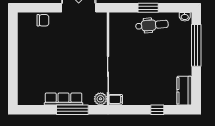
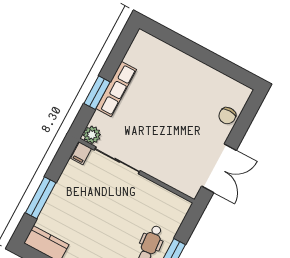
window: (72, 110) -> (97, 93), width x0.69
window: (157, 110) -> (41, 198), width x2.17

